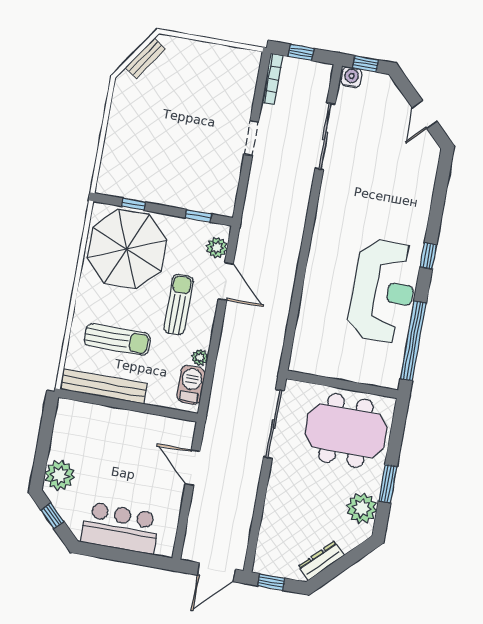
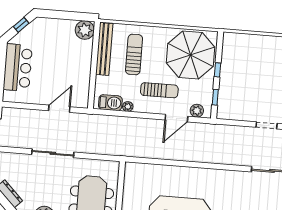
window: (134, 204) -> (218, 70), moved
sun lounger: (117, 339) -> (134, 54), turned 180
sliding door: (274, 424) -> (53, 153), moved
plant: (60, 475) -> (85, 30), moved

